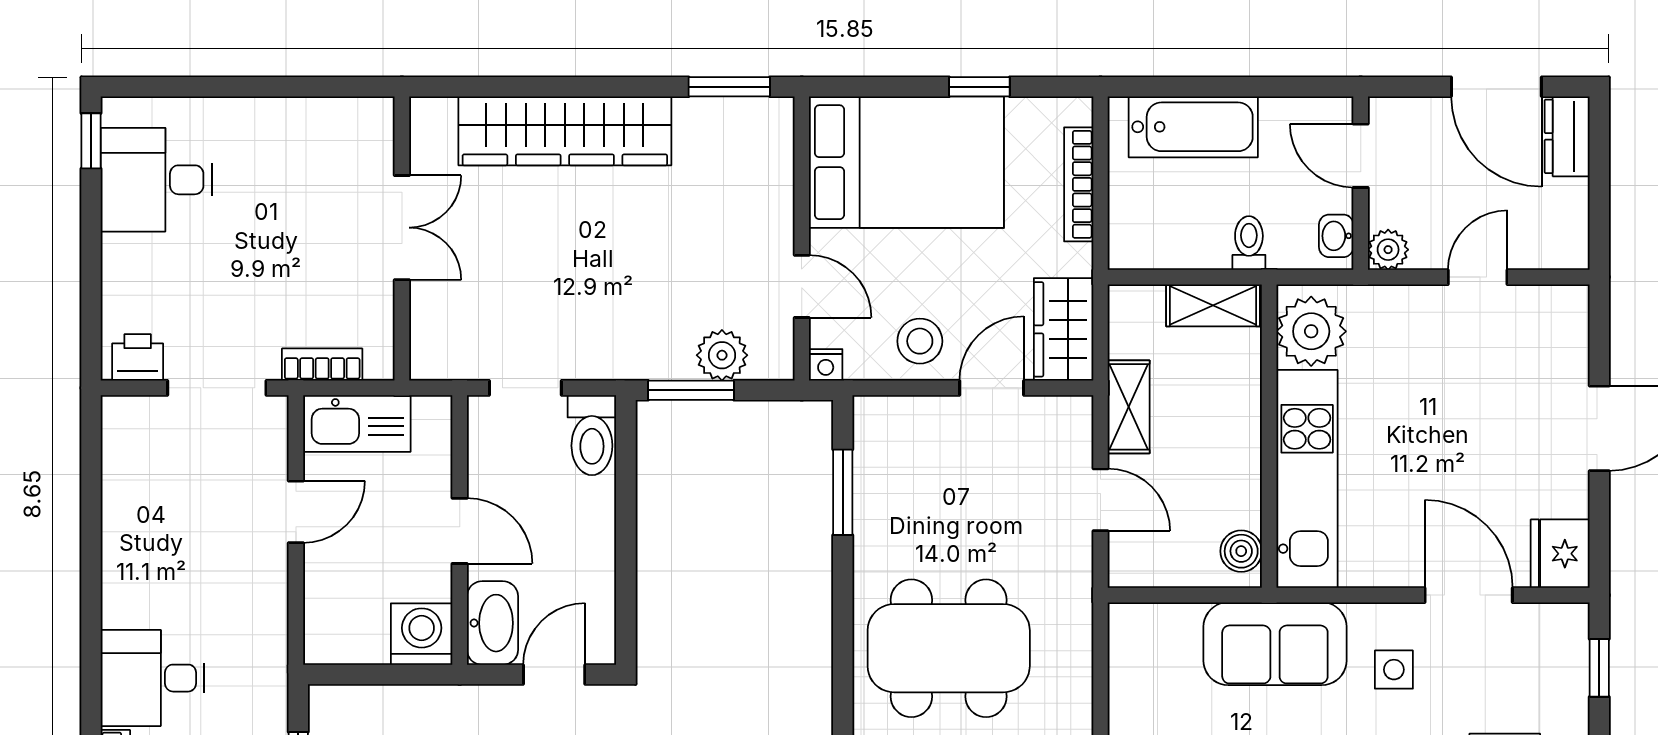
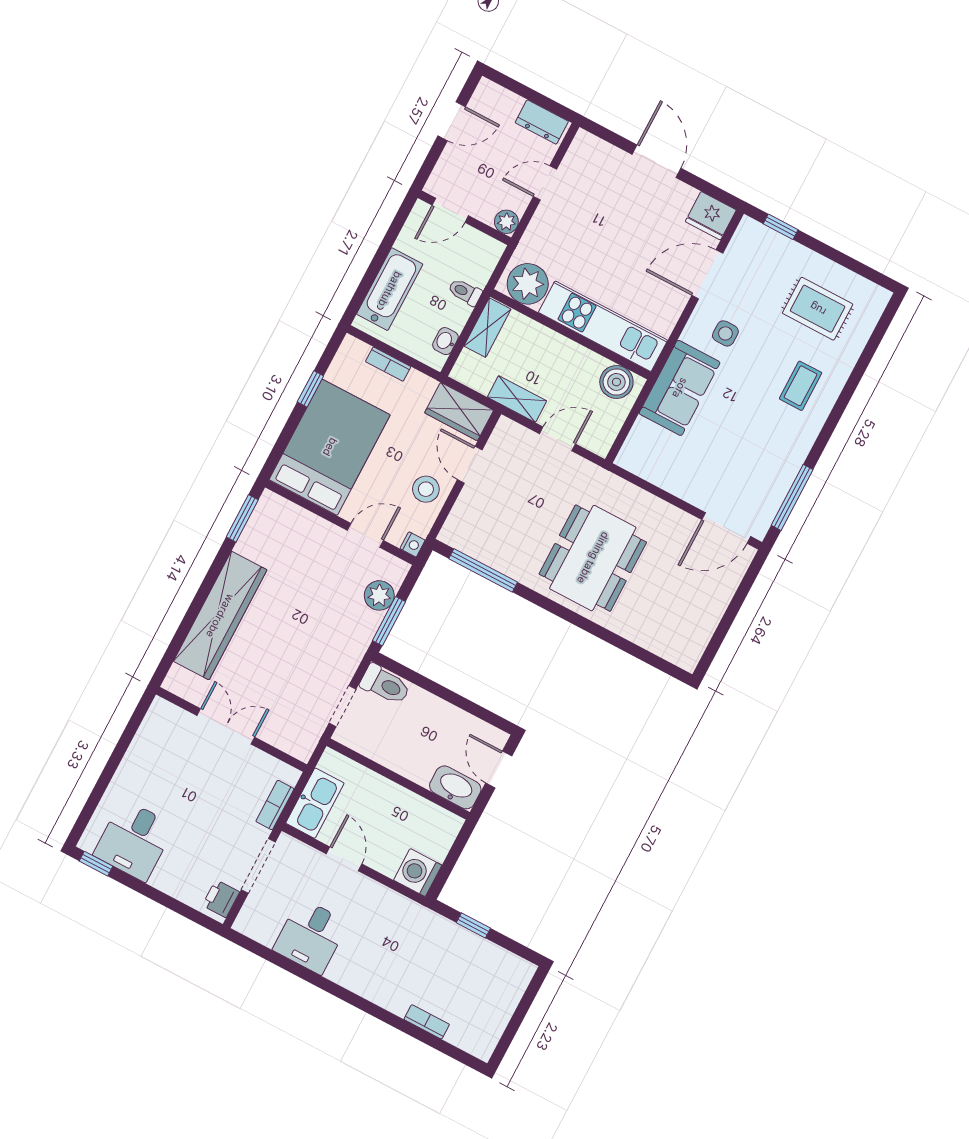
door: (1496, 87) -> (452, 121), width x0.73
dresser: (1567, 136) -> (542, 122), moved
bookcase: (1079, 184) -> (388, 364), width x0.64
washbasin: (1336, 236) -> (445, 341), moved, turned 90
door: (1478, 277) -> (545, 183), hinge flipped
window: (843, 492) -> (483, 570), width x1.44
door: (460, 531) -> (399, 779), removed
boiler: (1241, 551) -> (616, 382), width x1.36, depth x1.36
washing machine: (422, 634) -> (418, 873), moved
desk: (153, 678) -> (311, 936), moved

